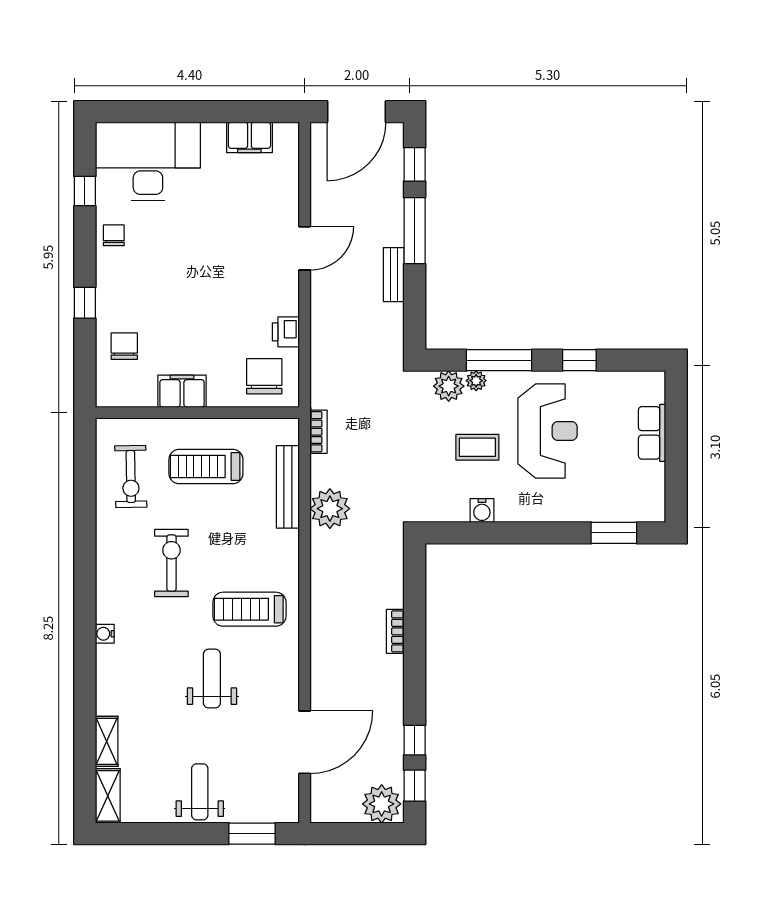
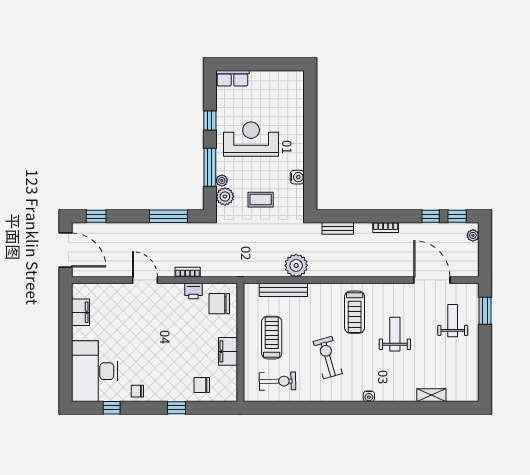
window: (415, 231) -> (169, 216), moved
bench: (394, 275) -> (338, 228), moved
bookcase: (319, 432) -> (188, 272), moved
row of seats: (652, 433) -> (233, 78), moved
coffee table: (477, 447) -> (261, 200), moved, turned 90
treadmill: (206, 467) -> (272, 338), turned 180
window: (614, 533) -> (310, 100), removed
exercise bike: (171, 563) -> (328, 358), turned 74
bookcase: (395, 631) -> (386, 227), moved
weight bench: (212, 679) -> (395, 334), turned 90
weight bench: (200, 792) -> (453, 321), moved, turned 90
shelving: (108, 796) -> (463, 395), removed
plant: (382, 804) -> (473, 235), width x0.53, depth x0.53

